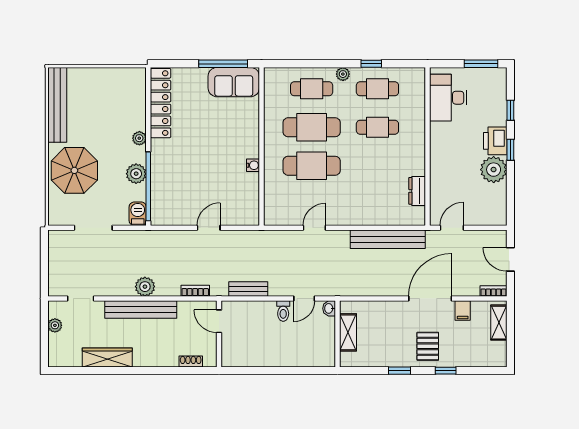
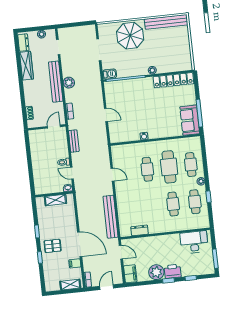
cafe table: (312, 166) -> (147, 169), width x0.73, depth x0.74
plant: (136, 174) -> (132, 71), removed
filing cabinet: (491, 215) -> (130, 274), added
dresser: (66, 359) -> (23, 43), added

